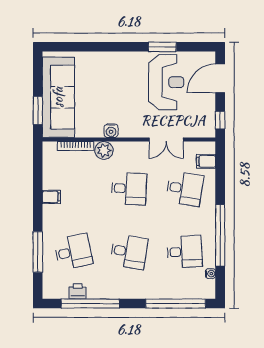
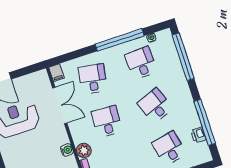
window: (220, 120) -> (31, 69), removed
double door: (166, 140) -> (60, 105), width x1.37
filing cabinet: (206, 161) -> (57, 73), moved
desk: (129, 252) -> (155, 106), turned -30

